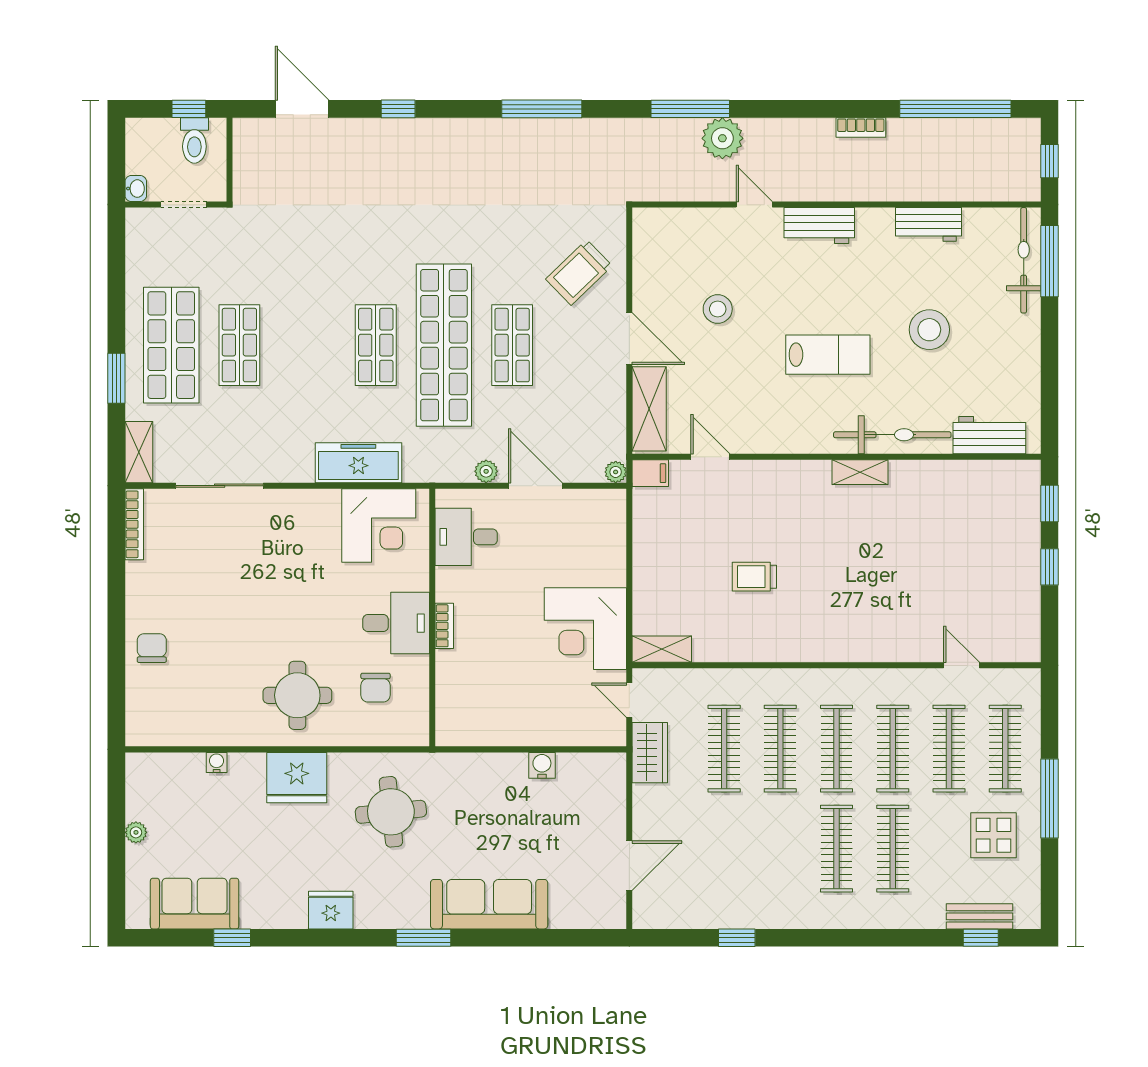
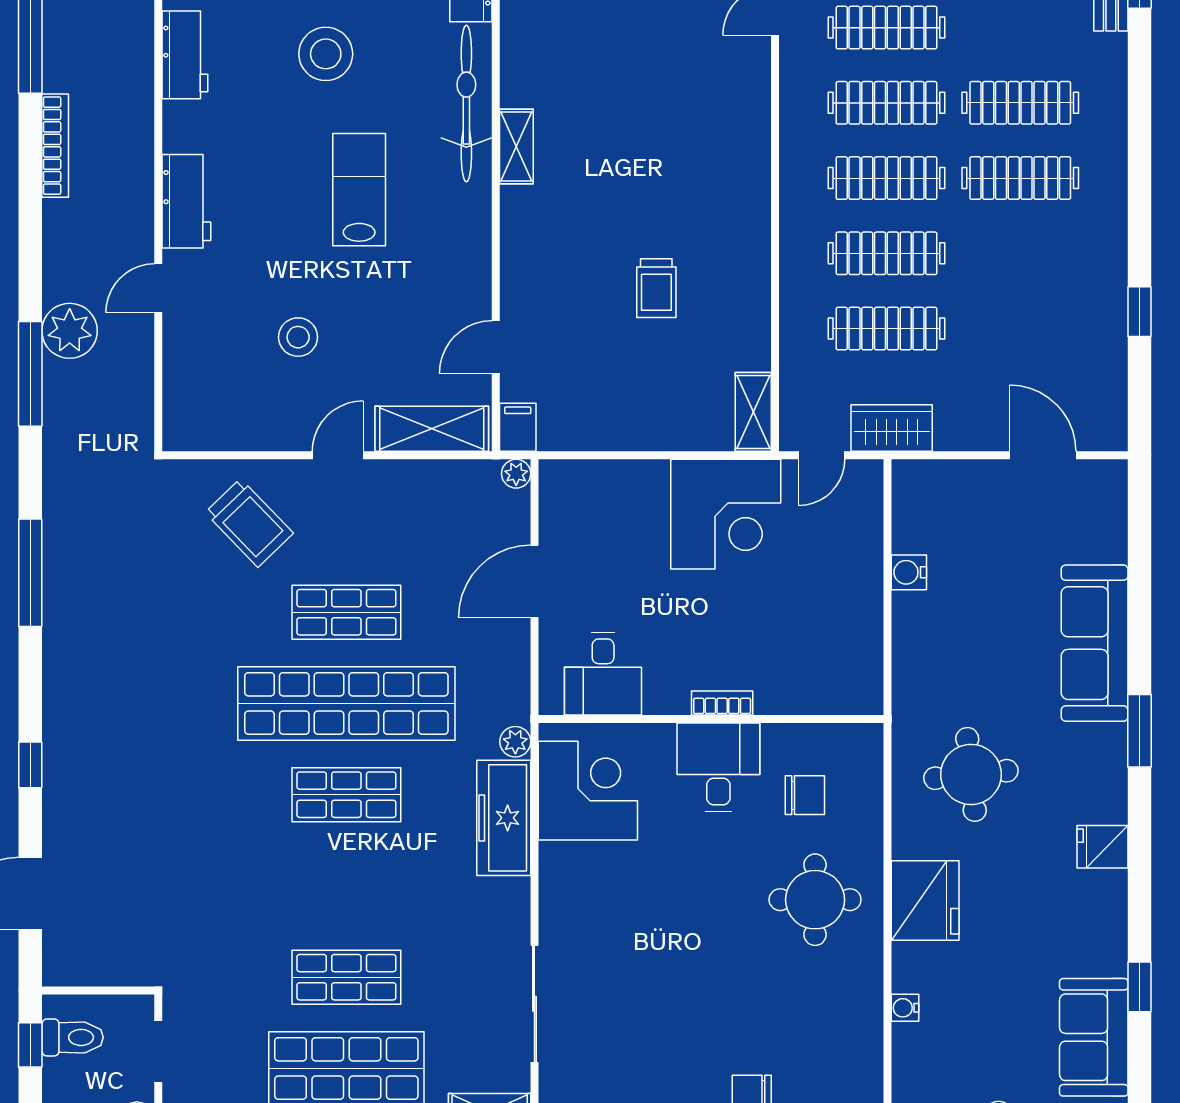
bookcase: (861, 128) -> (55, 146), width x1.56
door: (629, 339) -> (338, 455), width x0.73
plant: (486, 471) -> (515, 742), moved
fridge: (331, 910) -> (1102, 847), width x0.72

